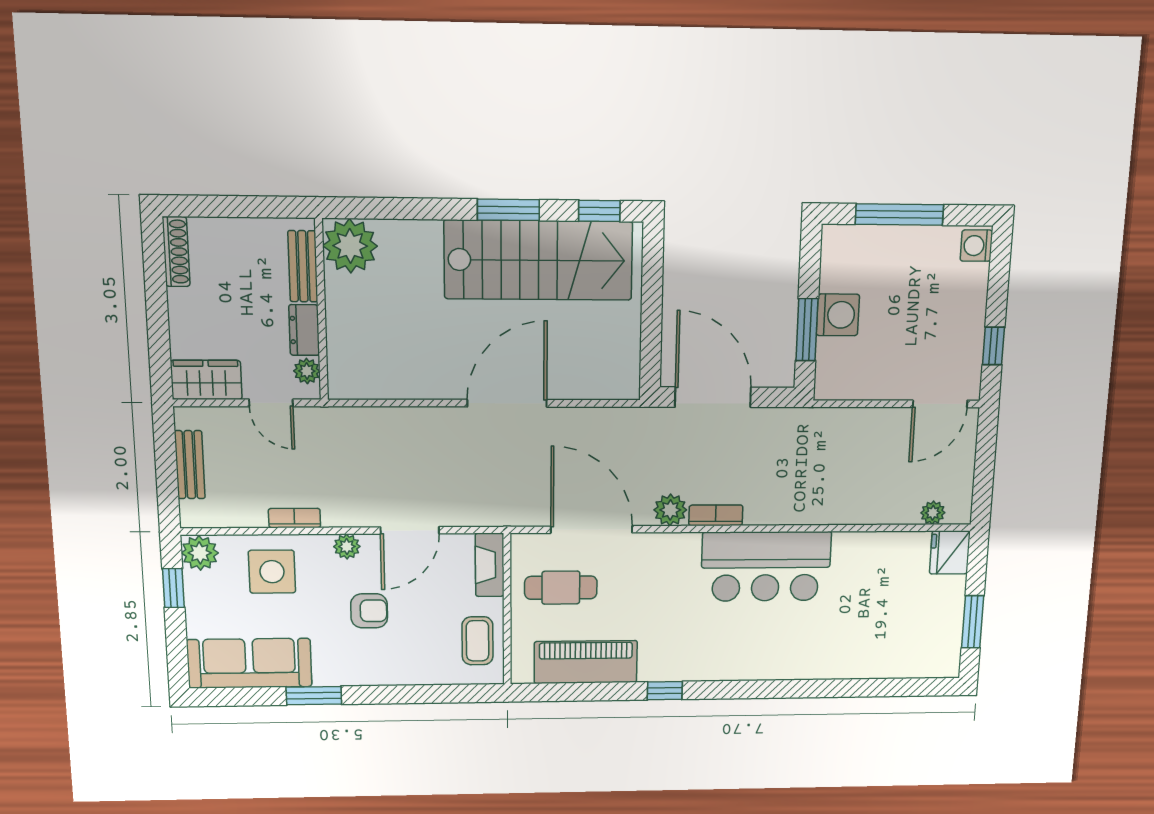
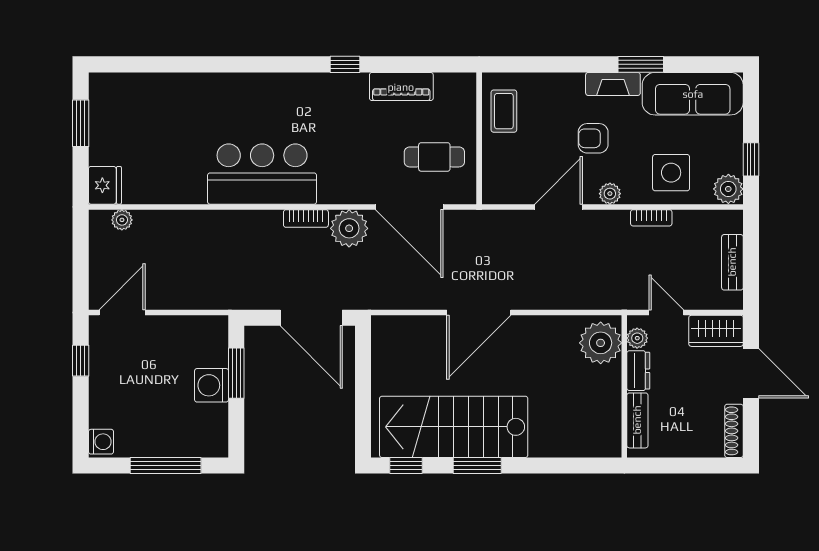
plant: (350, 246) -> (601, 343), moved
door: (158, 326) -> (751, 373), added
plant: (670, 510) -> (349, 228), width x1.36, depth x1.36
fireplace: (490, 565) -> (613, 84), moved, turned 90
piano: (586, 662) -> (401, 87), width x0.73, depth x0.75

